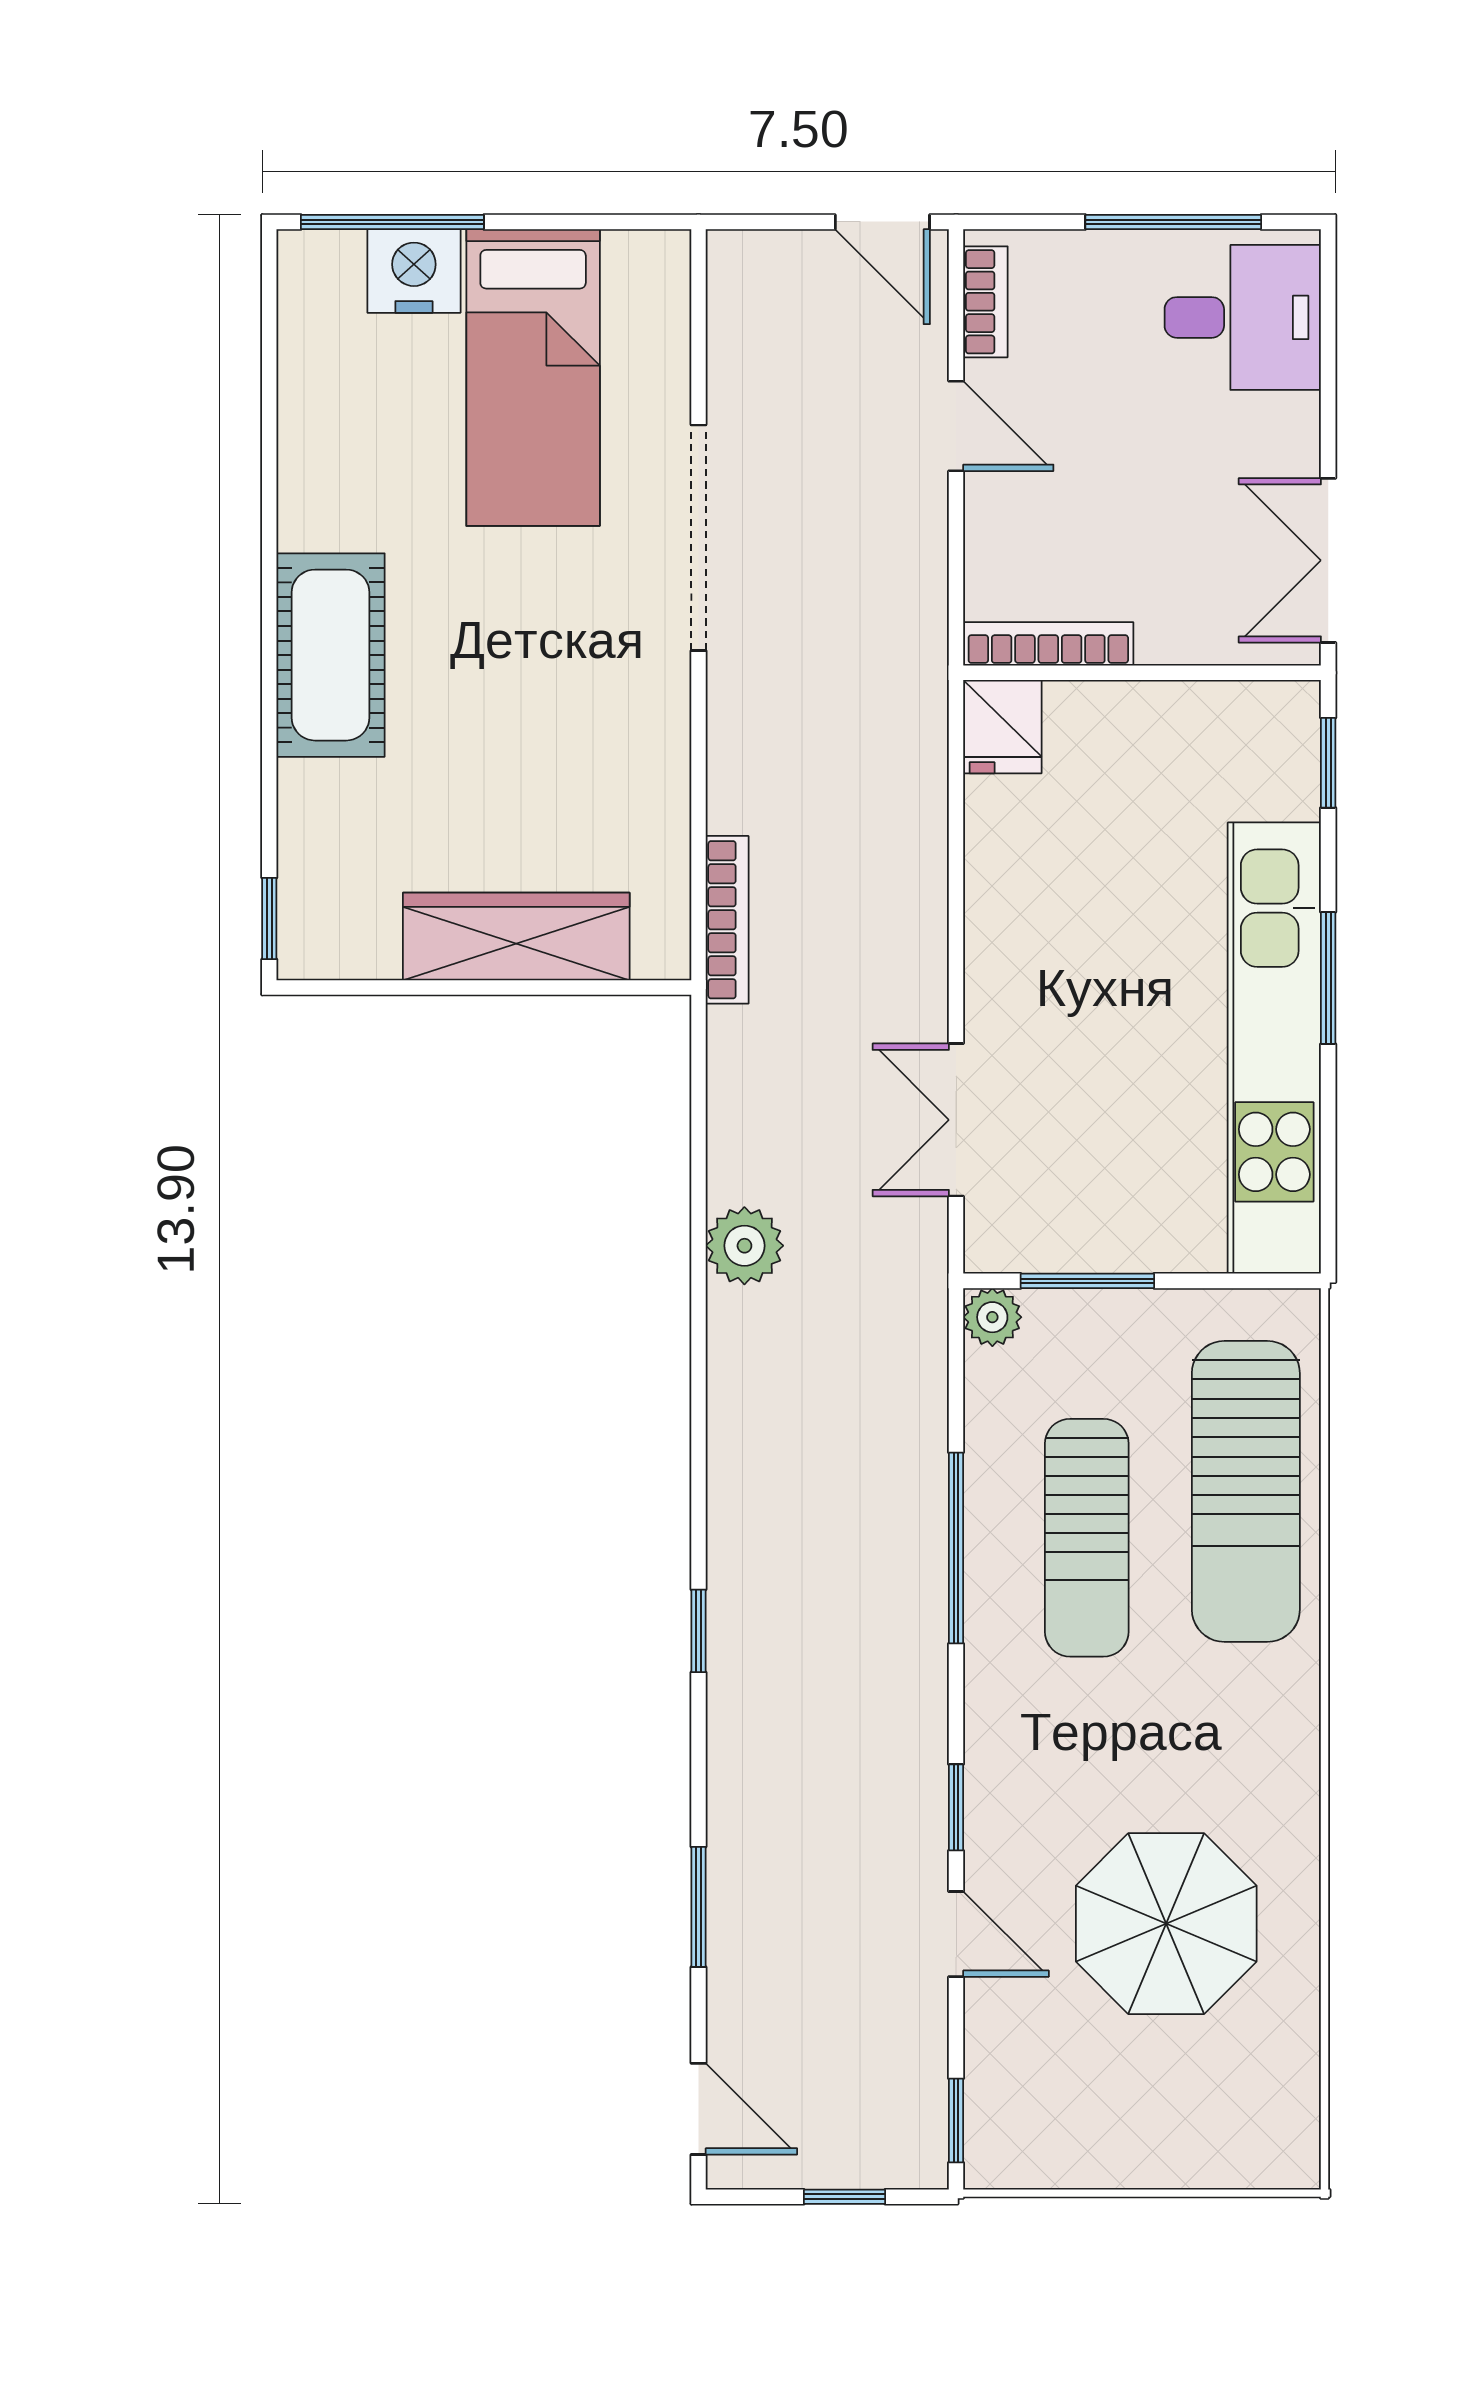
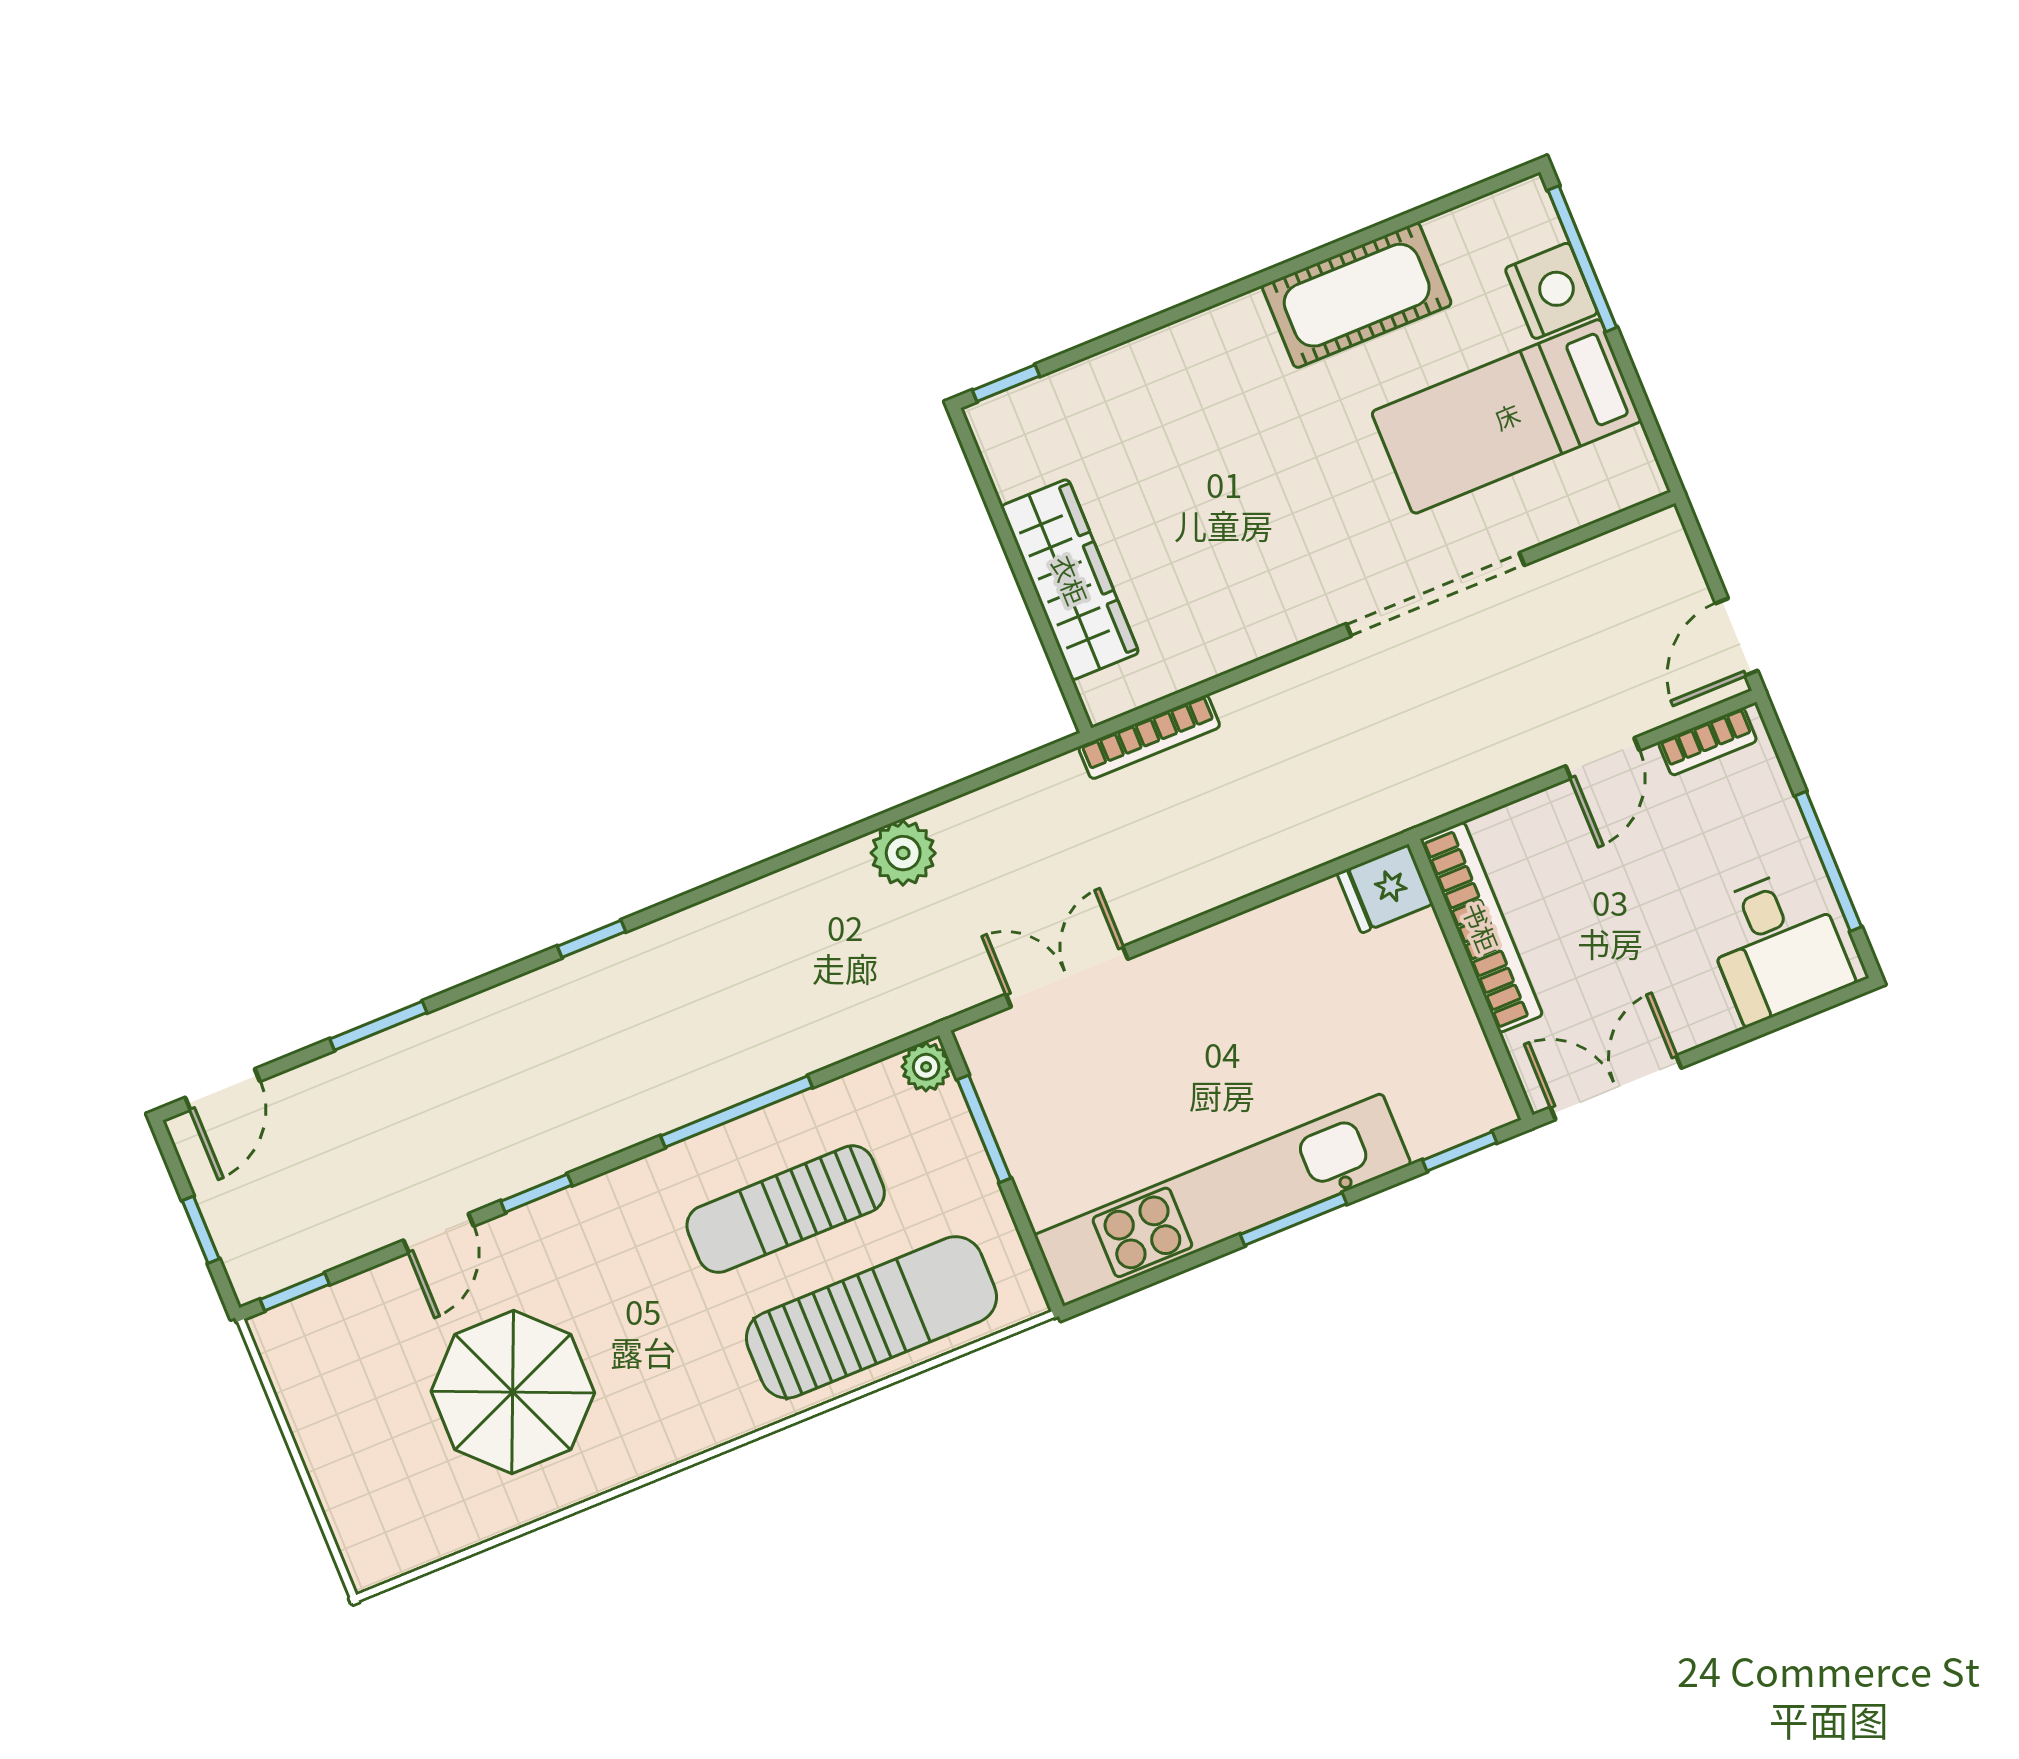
bookcase: (1048, 644) -> (1481, 927), width x1.48, depth x1.31
cot: (331, 655) -> (1357, 295), moved
sun lounger: (1246, 1491) -> (871, 1317), turned 180

